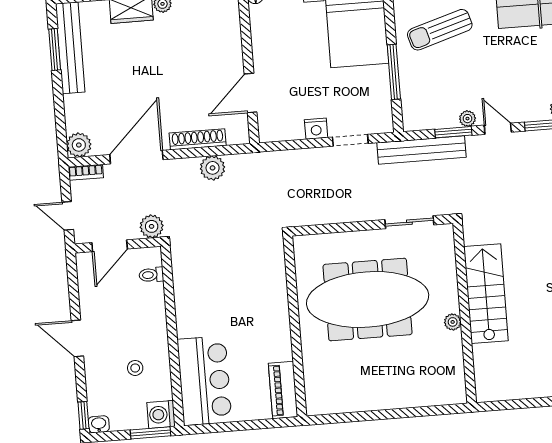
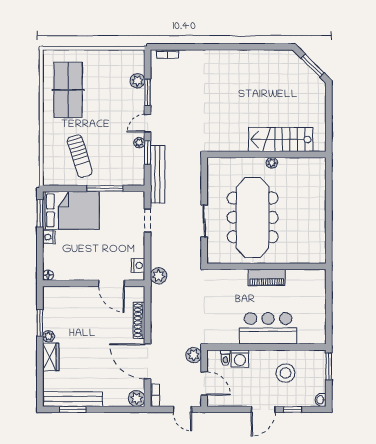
nightstand: (316, 129) -> (138, 265), moved
plant: (213, 168) -> (159, 276), moved
door: (68, 216) -> (182, 409), hinge flipped
sliding door: (409, 222) -> (204, 221), moved
stairs: (486, 294) -> (281, 140), moved
stool: (135, 368) -> (285, 373), width x1.89, depth x1.89
bar counter: (204, 381) -> (268, 328), moved
piano: (283, 390) -> (267, 277), moved
window: (83, 415) -> (293, 409), moved
washing machine: (161, 415) -> (240, 359), moved

